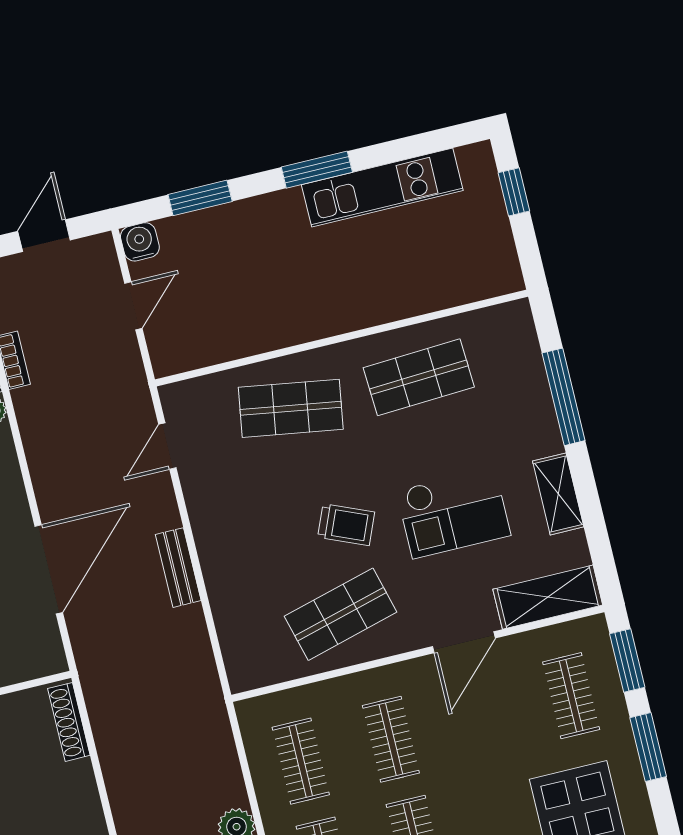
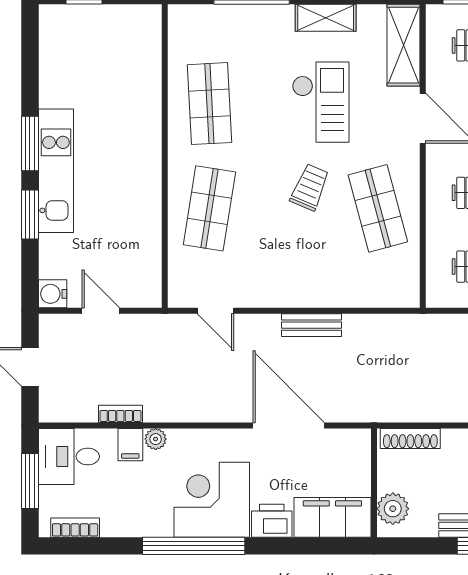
kitchen unit: (382, 188) -> (56, 171), moved
window: (200, 198) -> (30, 214), moved

